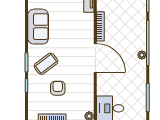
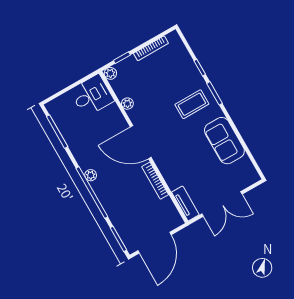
coffee table: (46, 64) -> (192, 104), turned 37
armchair: (58, 88) -> (163, 84), removed
plant: (89, 89) -> (127, 104), added

